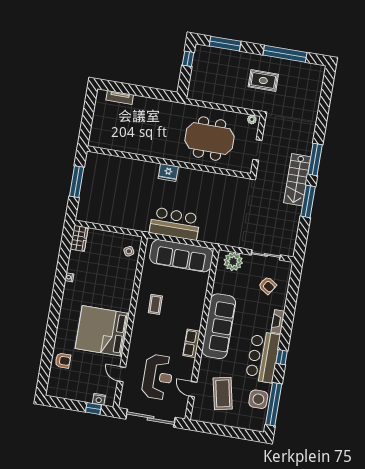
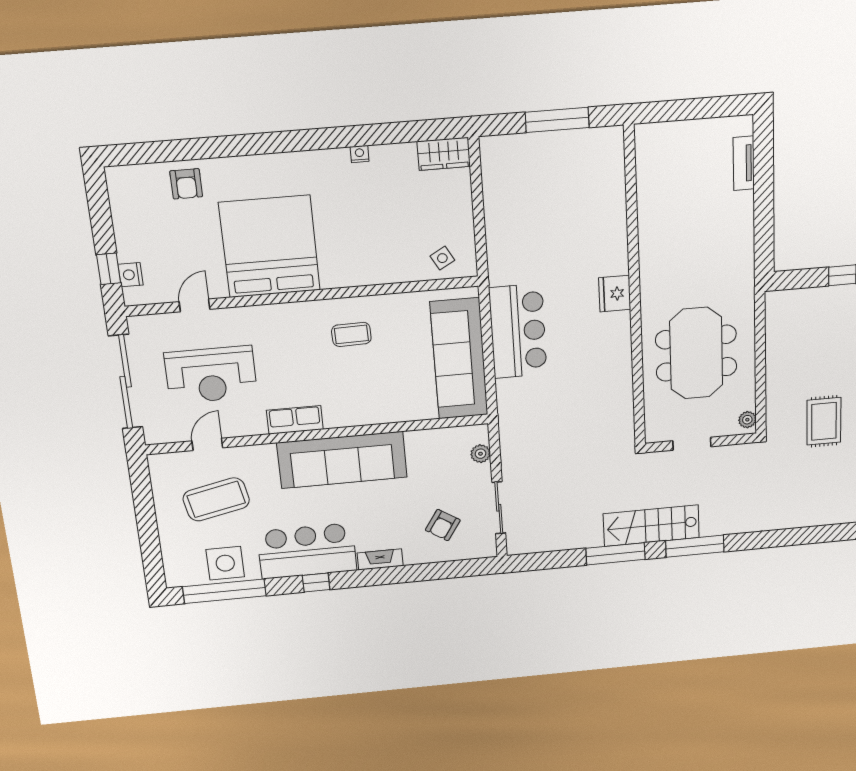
plant: (233, 262) -> (481, 454), width x0.53, depth x0.53

